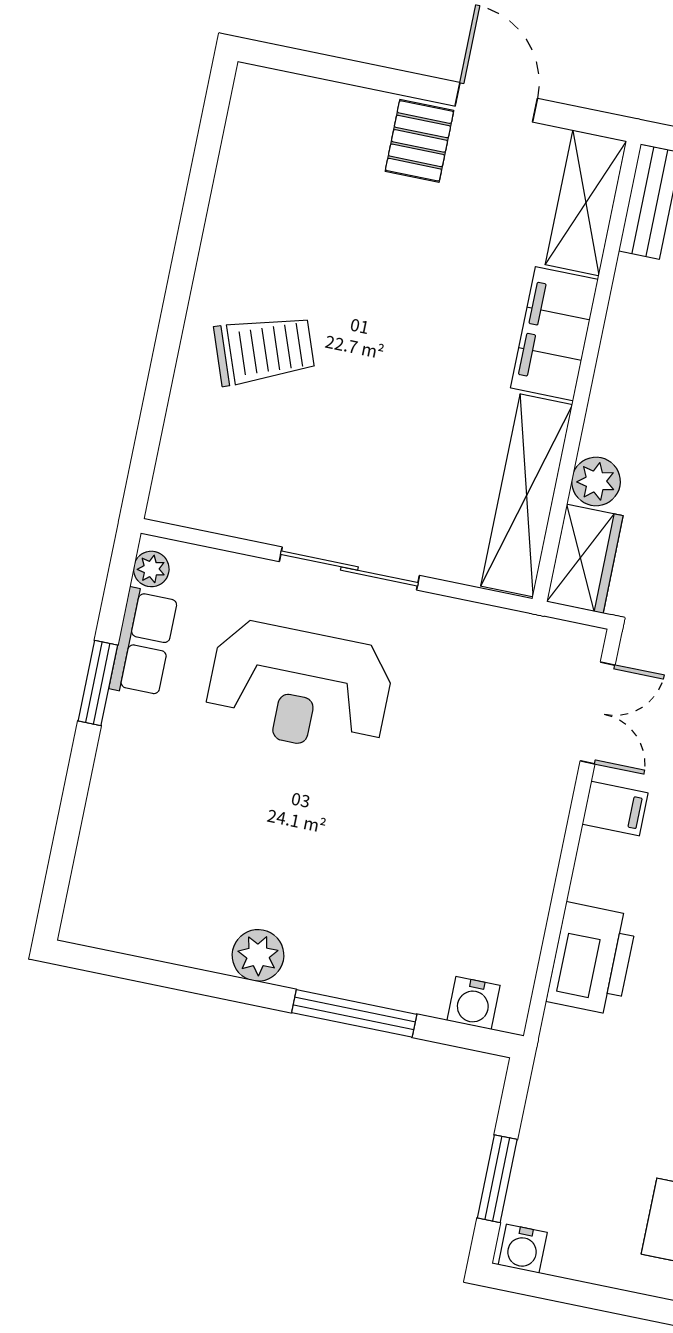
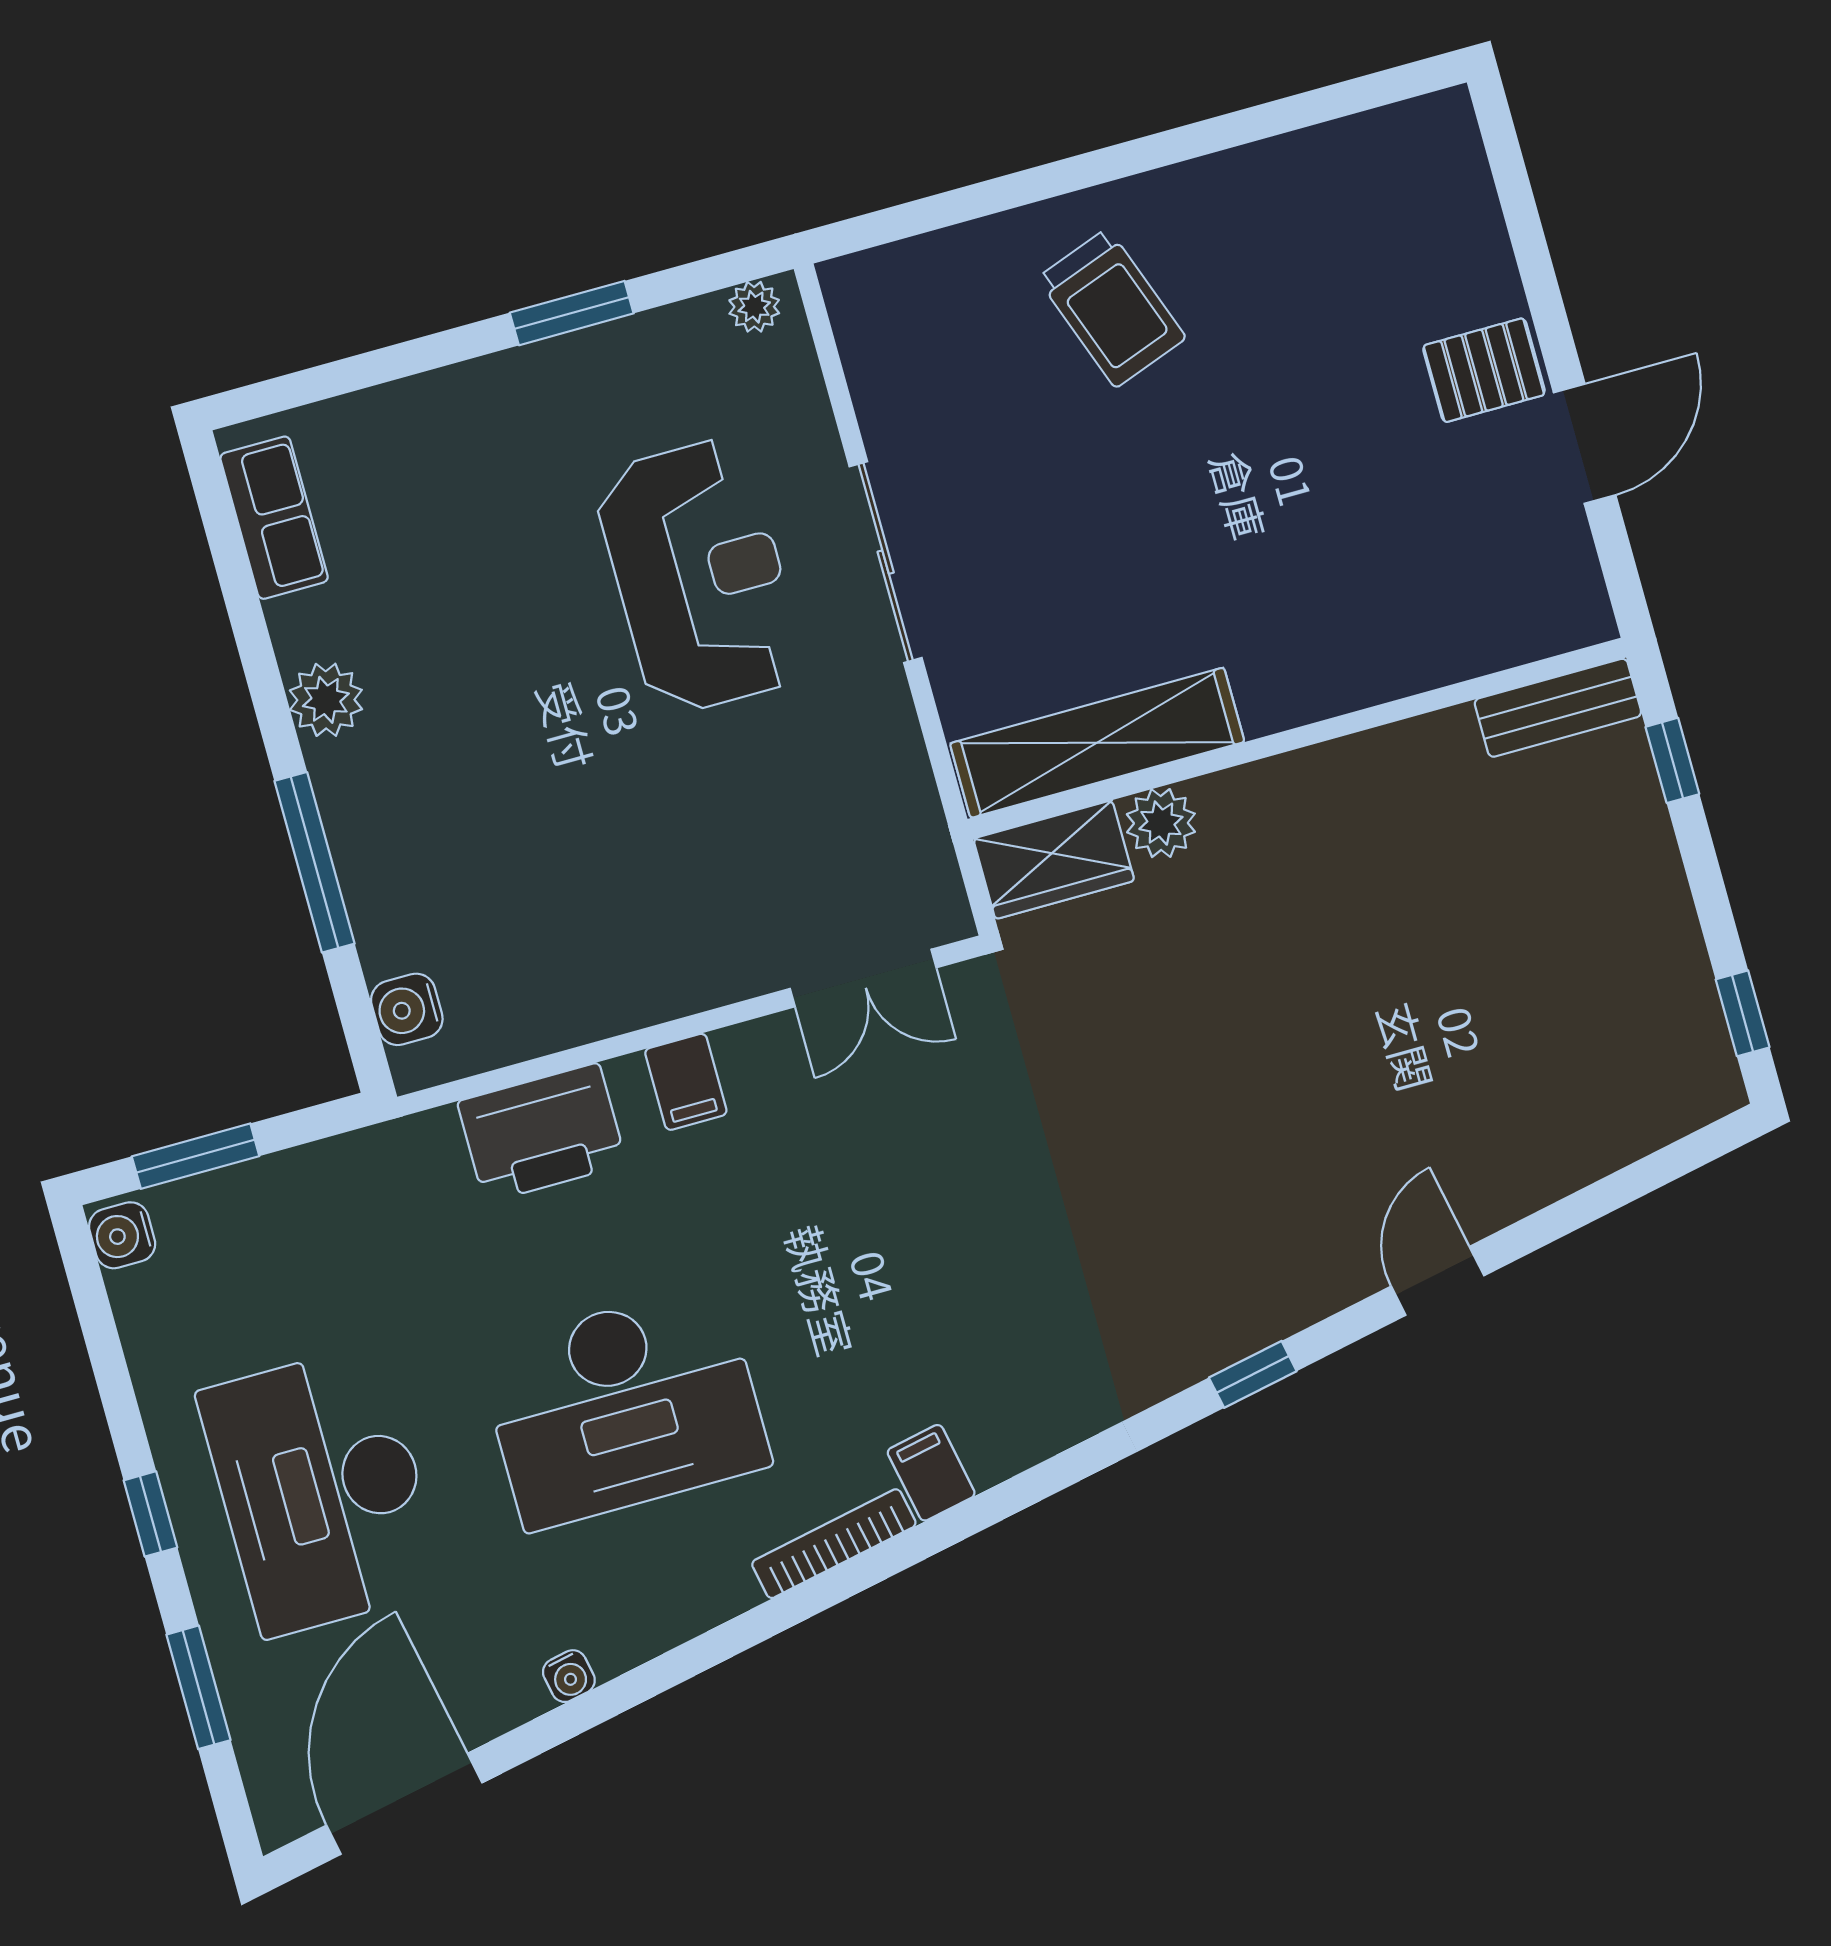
shelving: (586, 203) -> (1514, 626), removed
filing cabinet: (554, 334) -> (1324, 672), removed
row of seats: (143, 643) -> (274, 518), moved, turned -90
reception desk: (299, 687) -> (699, 576), turned 180
filing cabinet: (615, 809) -> (686, 1082), moved

